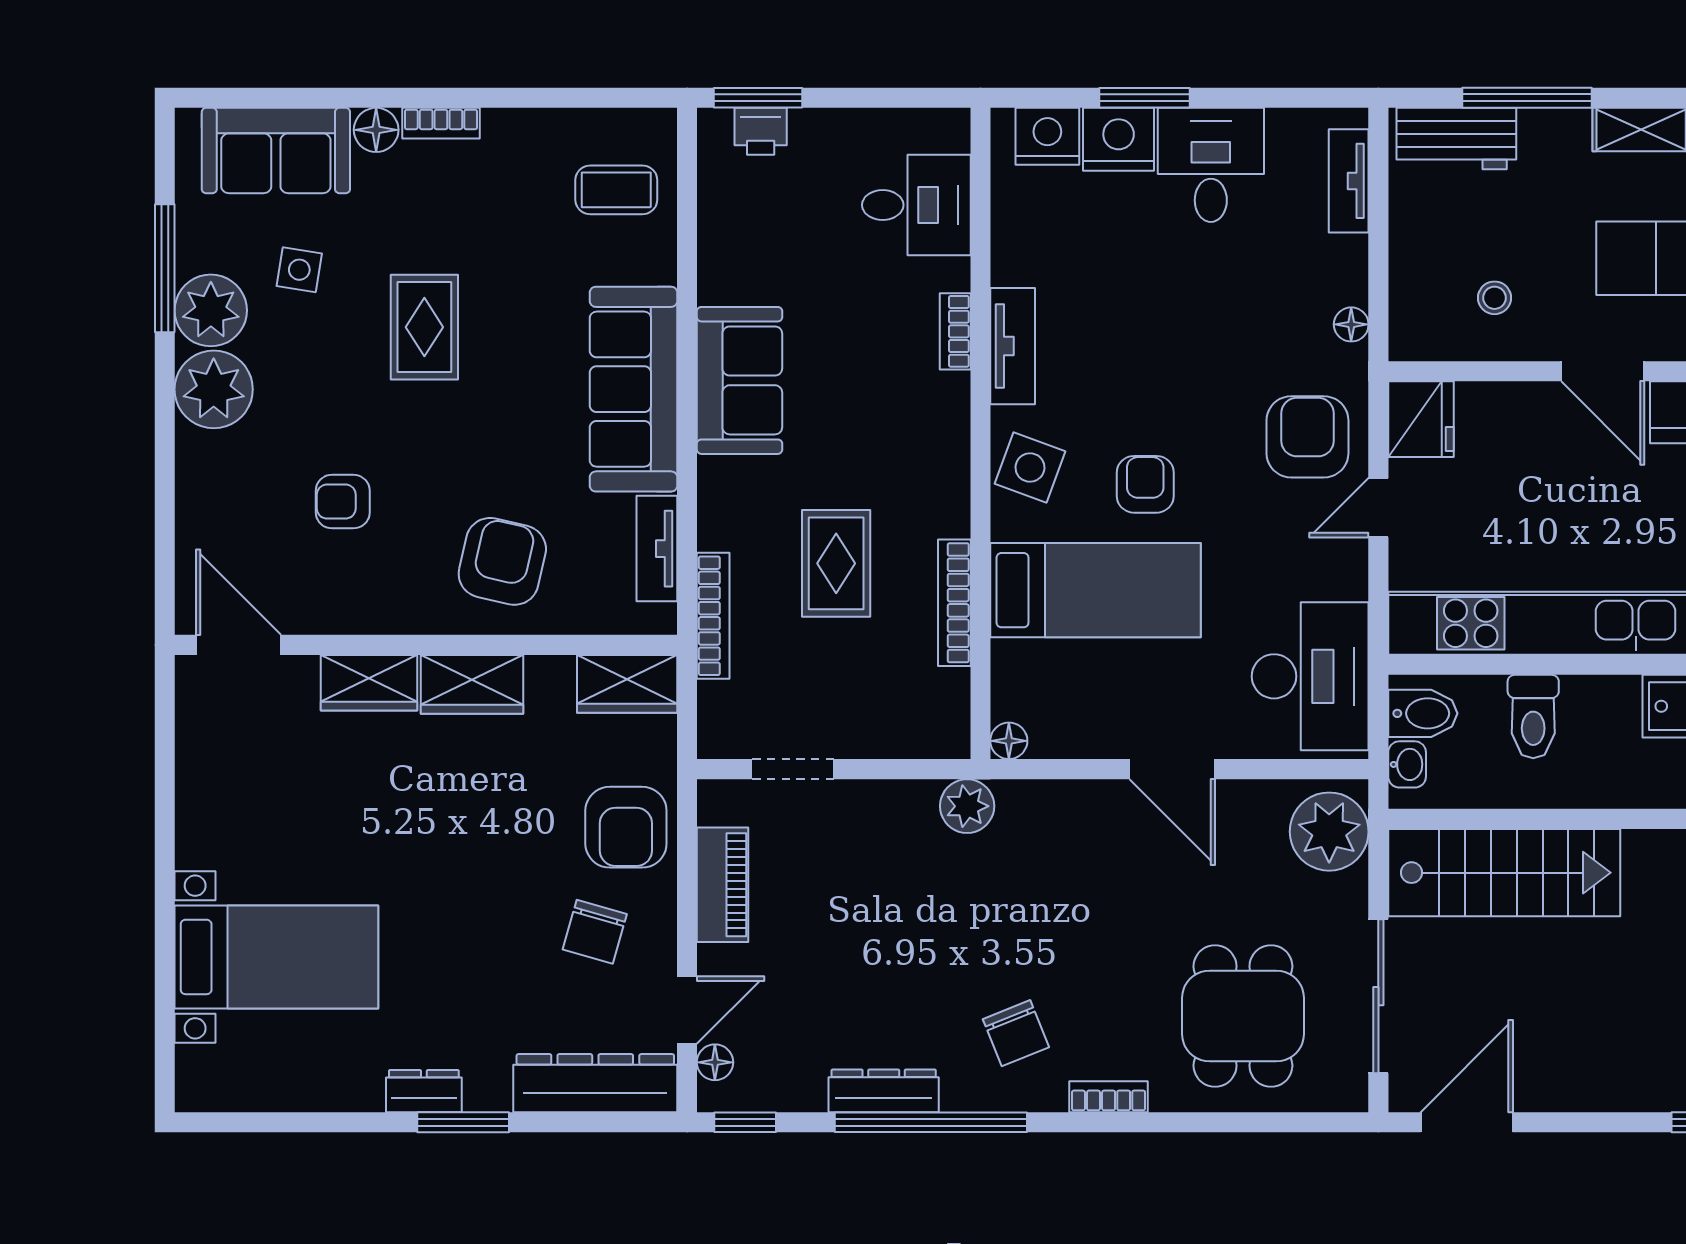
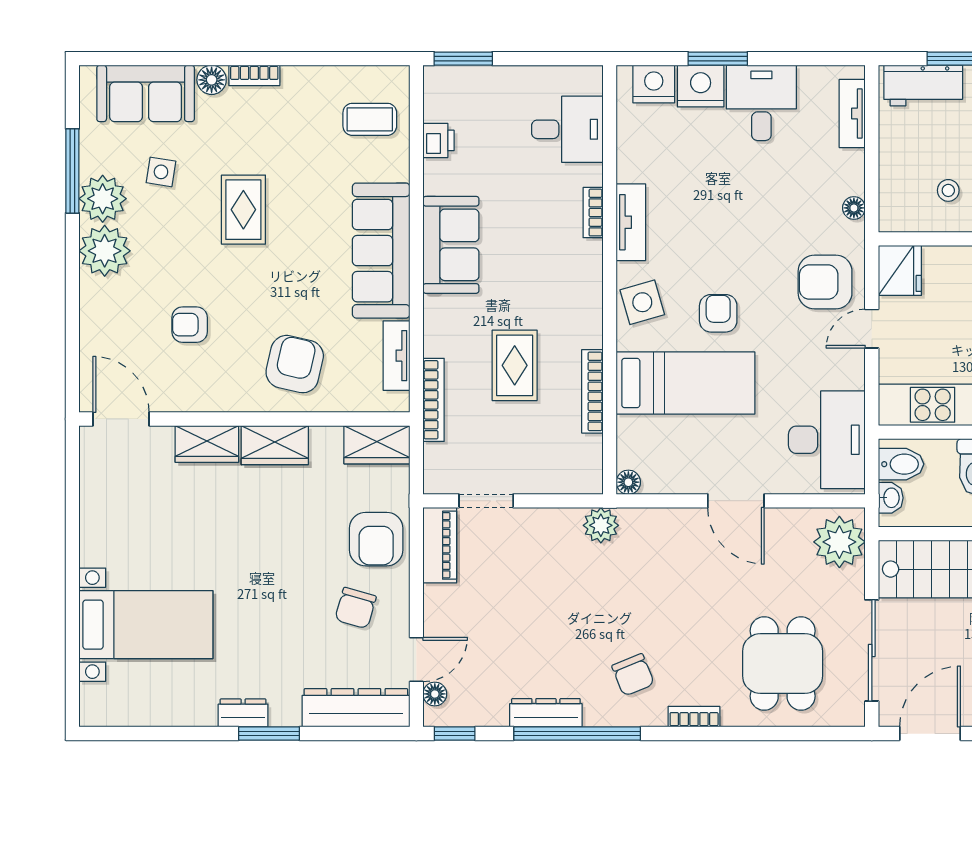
printer: (761, 131) -> (438, 140), moved, turned -90
armchair: (1307, 437) -> (825, 282), turned -90
side table: (1030, 468) -> (642, 302), turned -36
piano: (723, 885) -> (440, 545), moved

